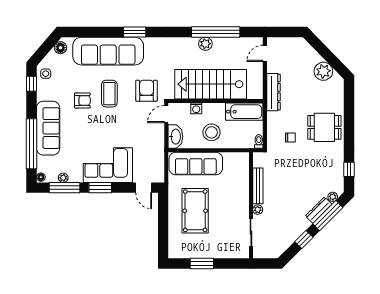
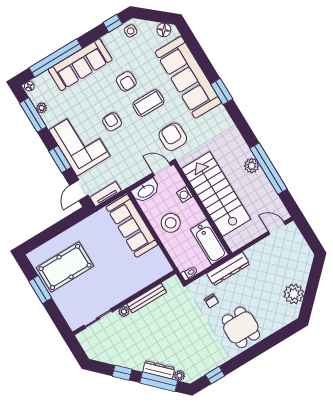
armchair: (147, 91) -> (173, 137), turned -90
dresser: (273, 92) -> (228, 269), moved
armchair: (107, 130) -> (112, 122), added
tv unit: (159, 169) -> (106, 194), added
window: (100, 188) -> (60, 159), moved
pool table: (195, 211) -> (65, 267), moved

